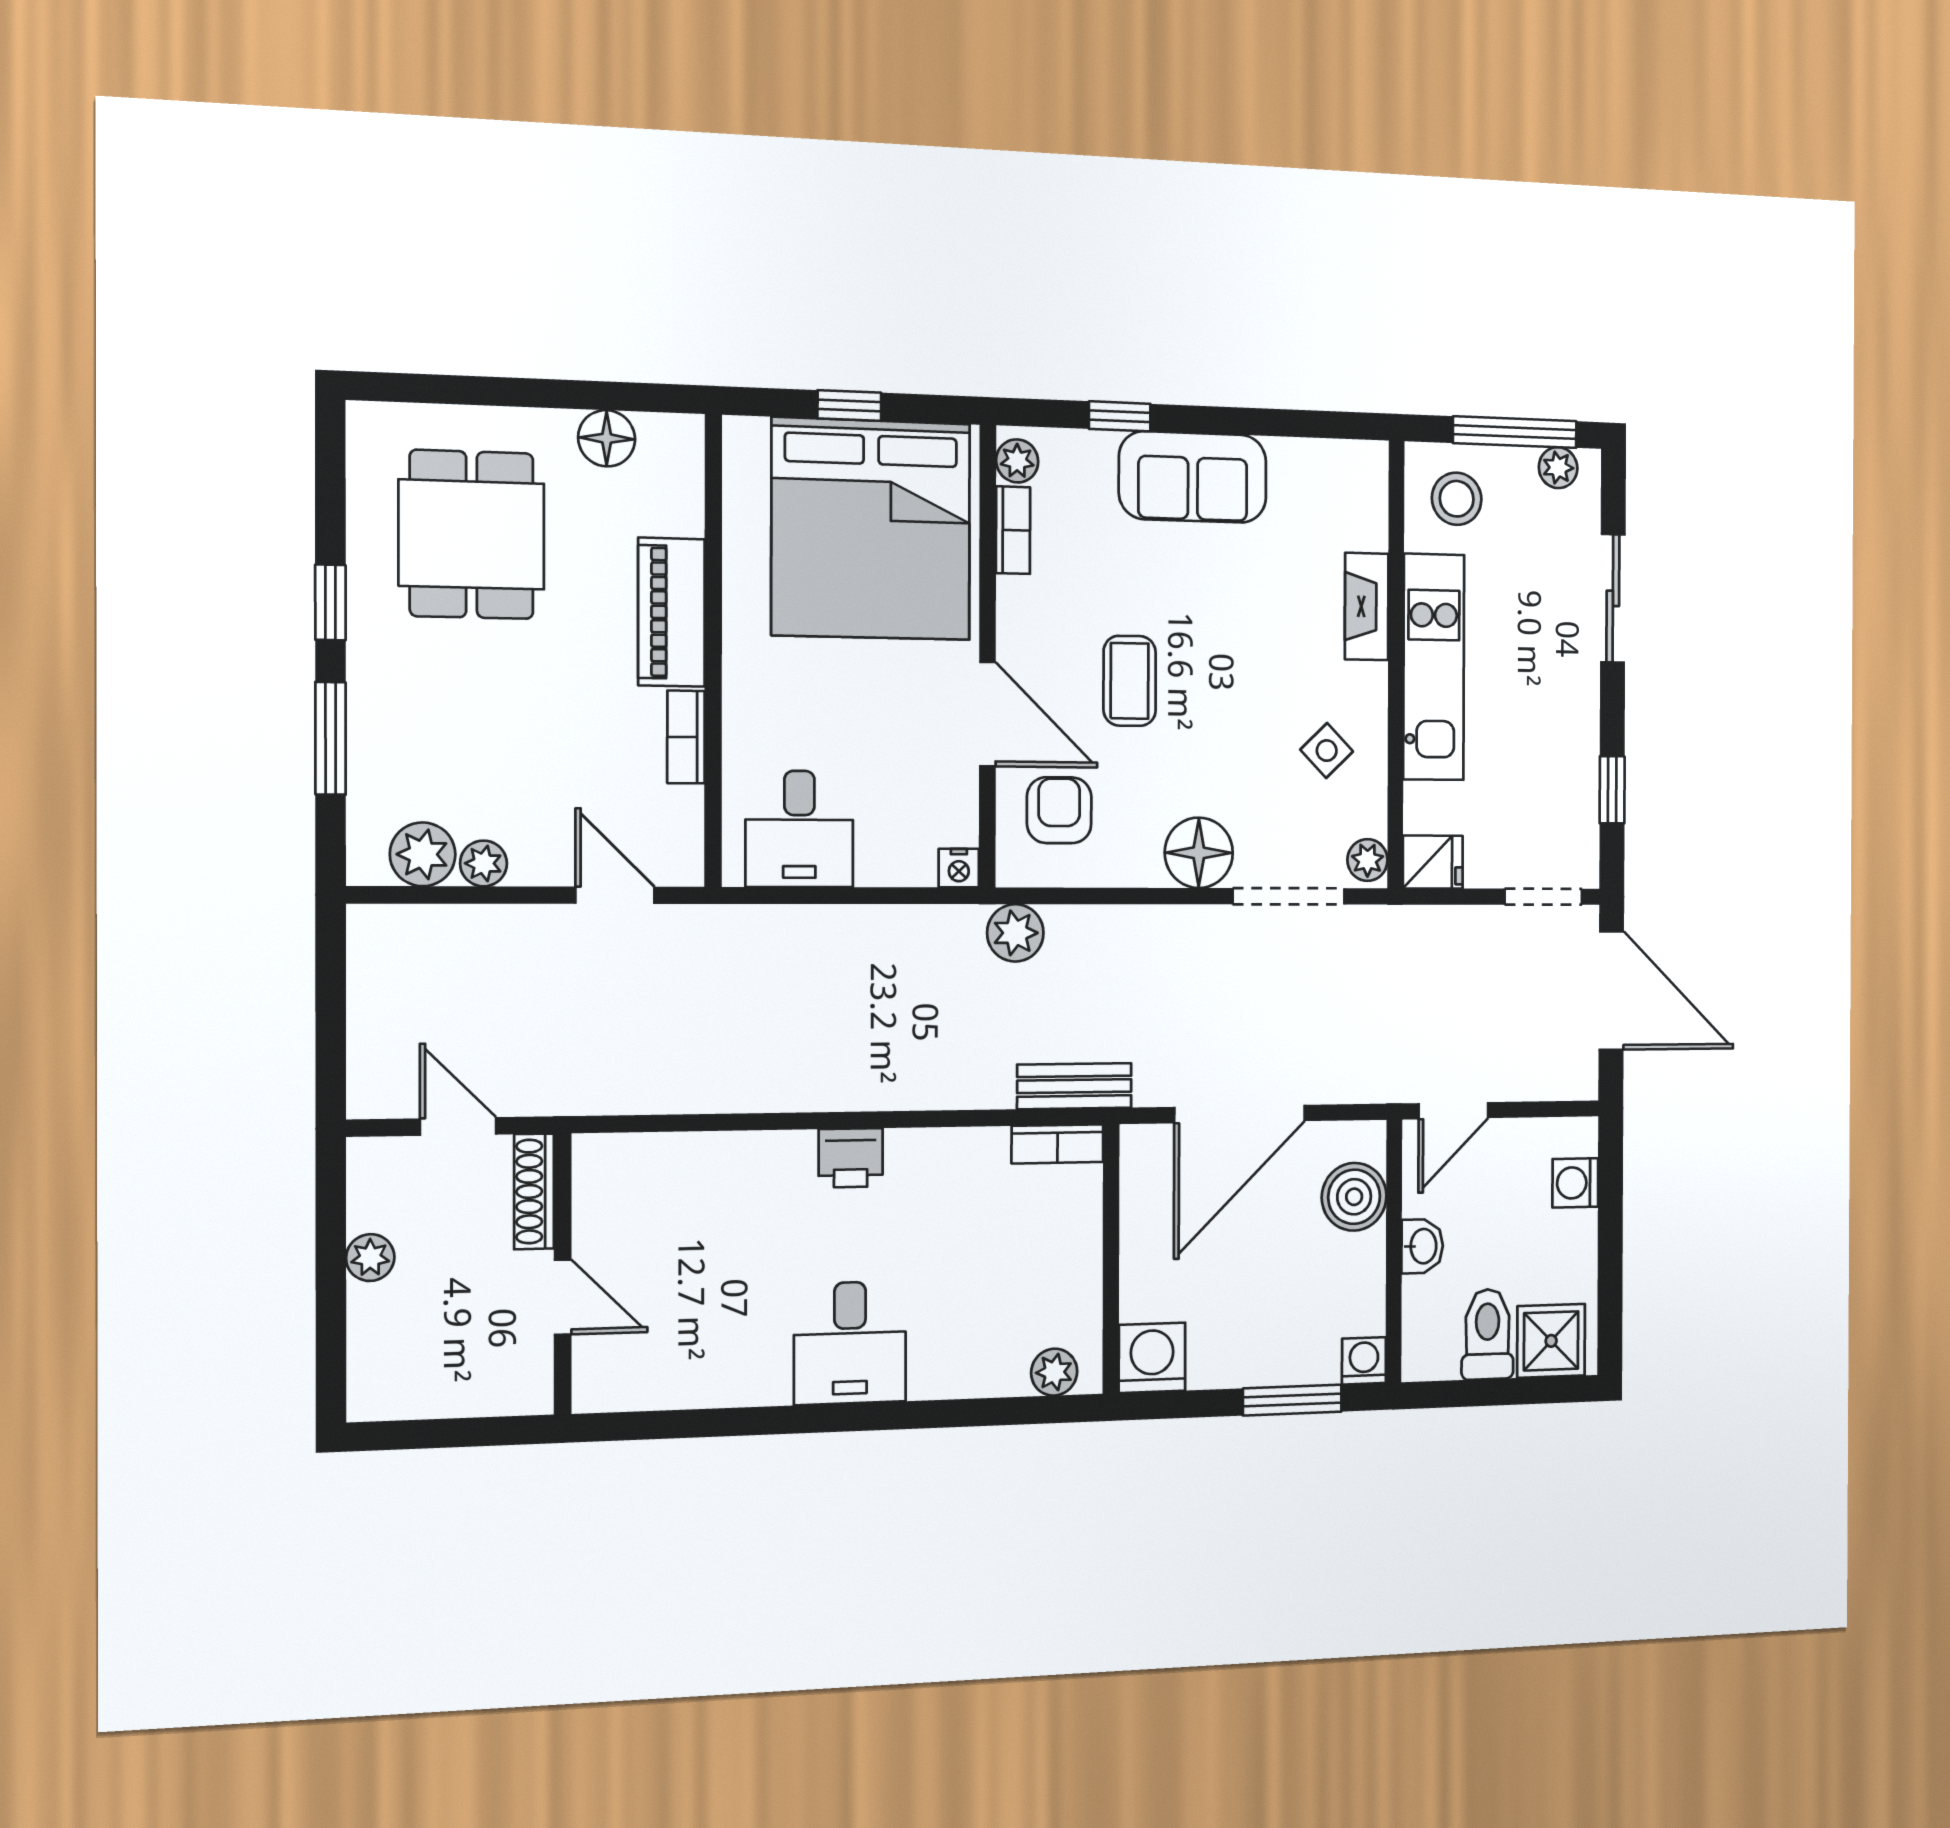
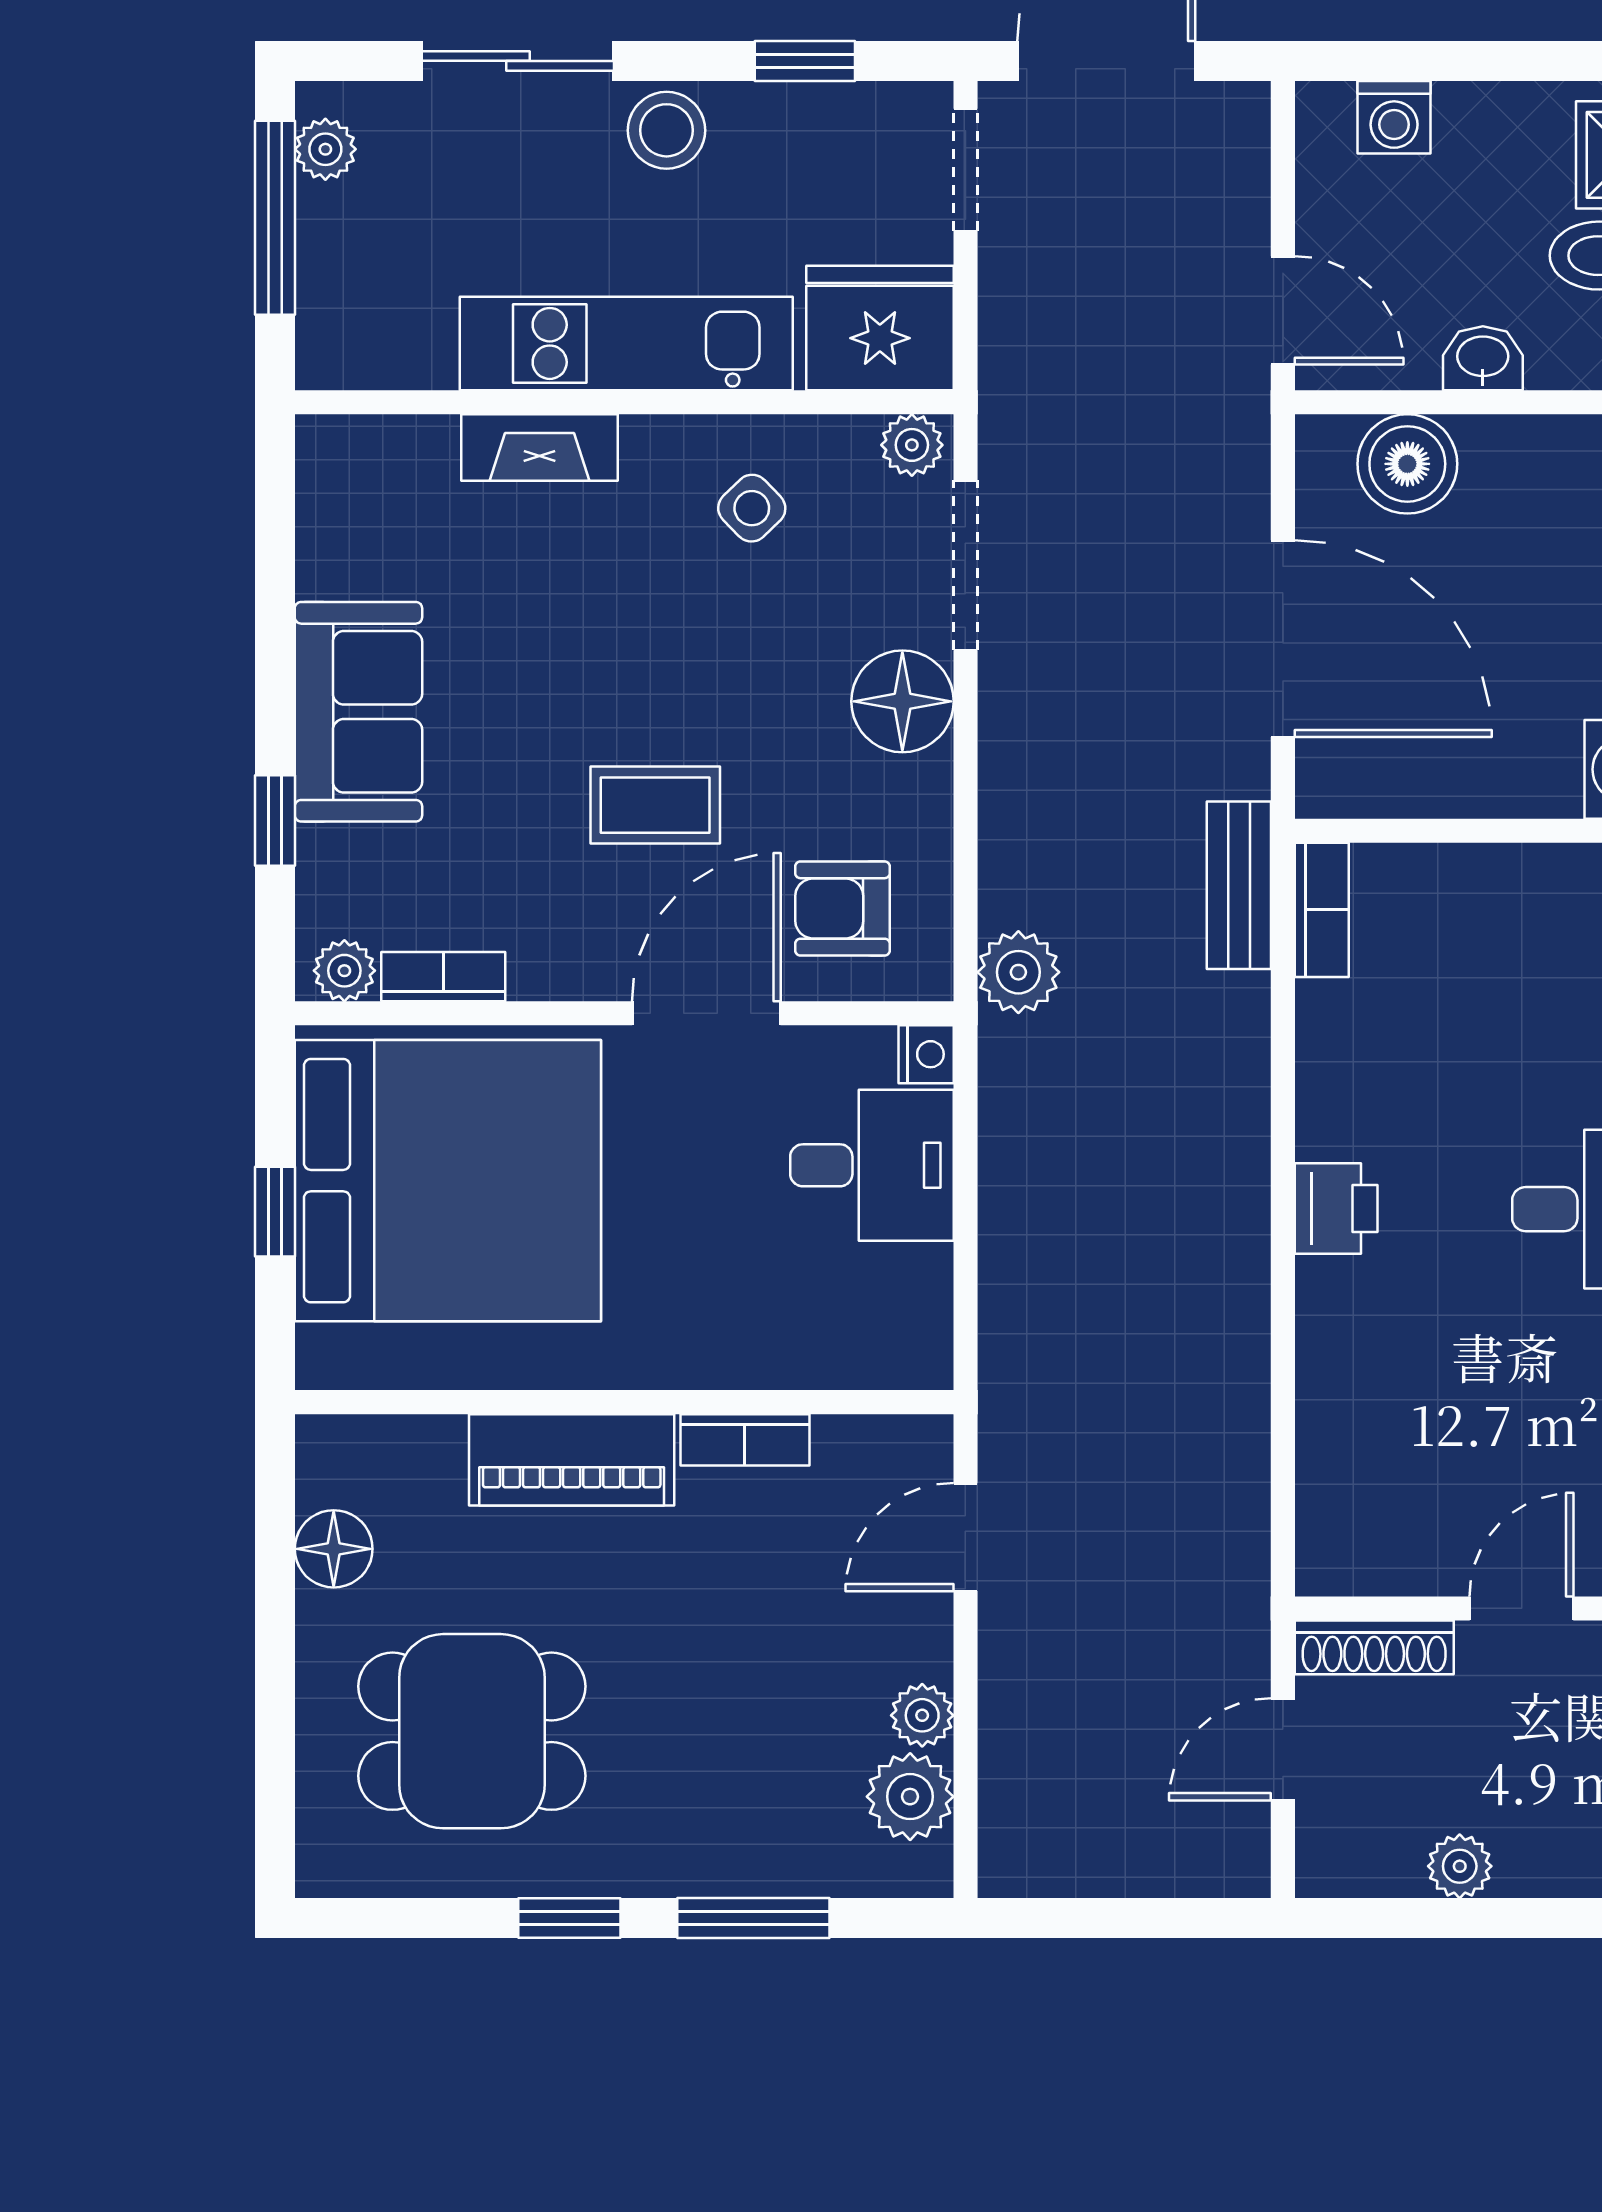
stool: (1457, 499) -> (667, 130), moved
desk: (799, 829) -> (872, 1165), moved
fridge: (1433, 862) -> (880, 328), width x1.88, depth x1.34

